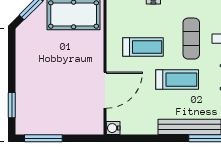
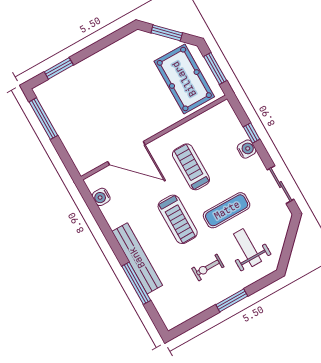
treadmill: (143, 47) -> (191, 167), turned 180
water cooler: (113, 128) -> (101, 197), moved, turned -90

